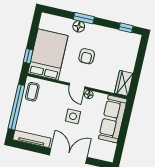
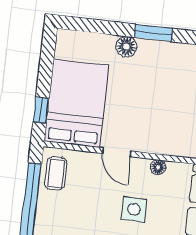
window: (84, 18) -> (153, 33), moved
armchair: (87, 56) -> (147, 99), removed
door: (77, 86) -> (117, 152), moved

